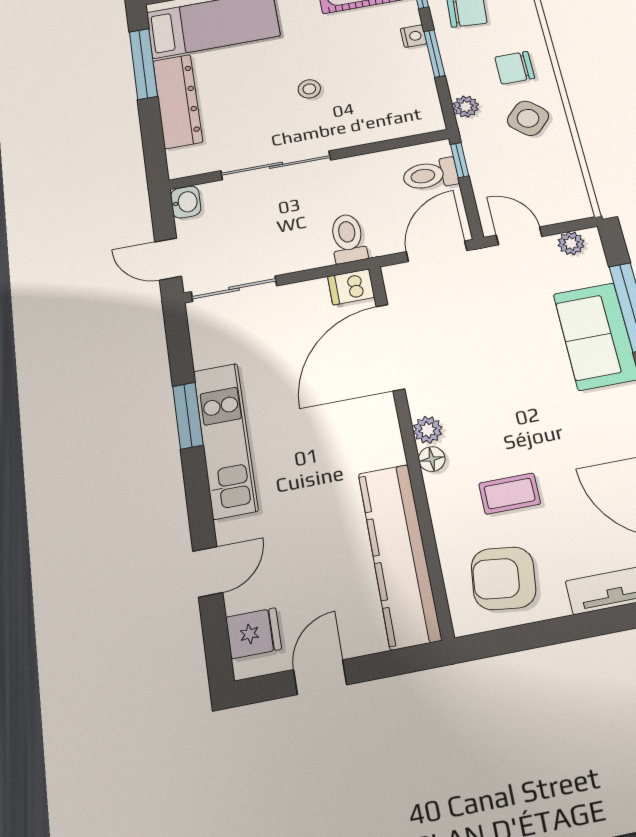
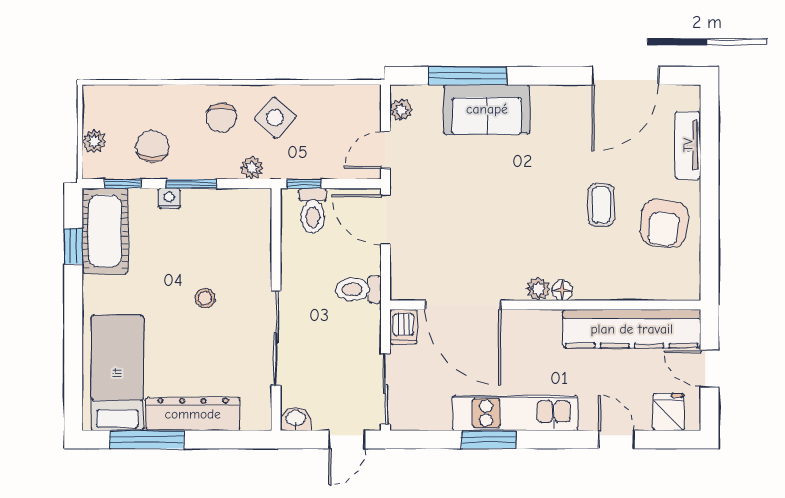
dishwasher: (351, 287) -> (403, 327), moved
door: (390, 347) -> (463, 305), moved
plant: (428, 430) -> (538, 289), moved
wall: (409, 442) -> (545, 305), moved
floor lamp: (432, 459) -> (562, 290), moved
kitchen counter: (399, 555) -> (632, 329), moved

